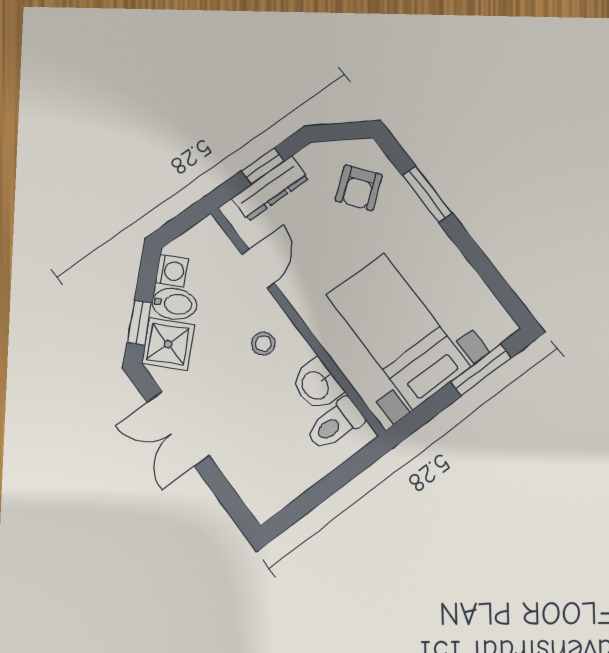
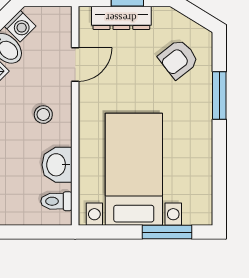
toilet: (335, 424) -> (56, 201), width x0.73, depth x0.72

